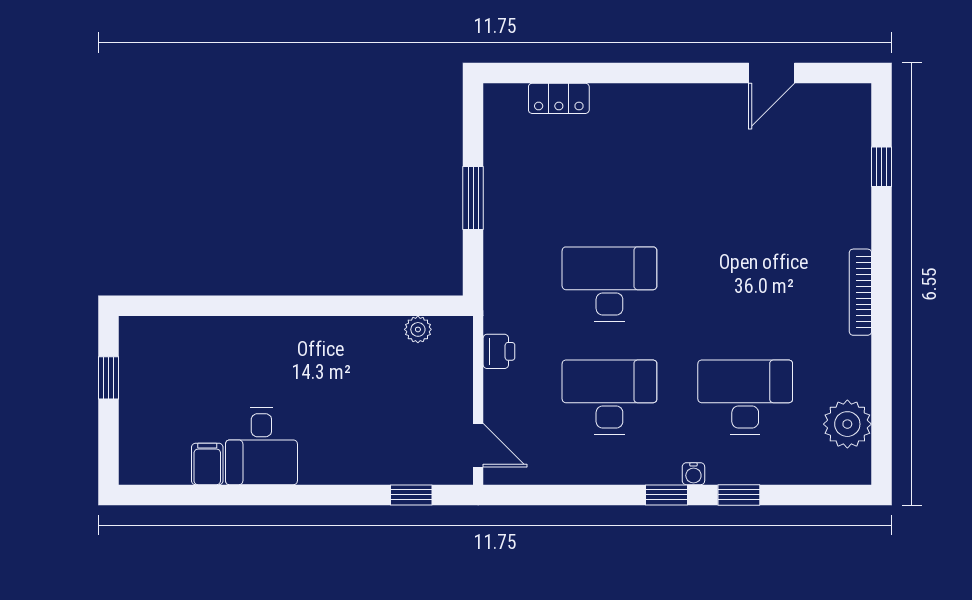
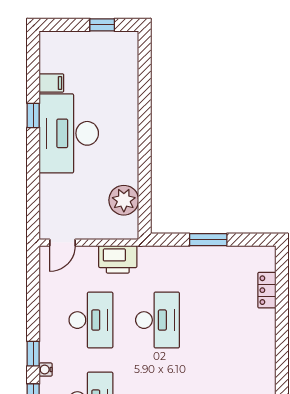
plant: (418, 329) -> (124, 200), width x1.88, depth x1.88
printer: (499, 351) -> (118, 259), width x1.87, depth x1.48
desk: (261, 446) -> (69, 133), width x1.87, depth x1.30
window: (411, 495) -> (33, 115), moved

